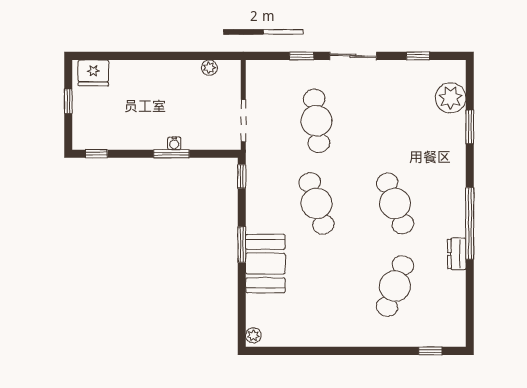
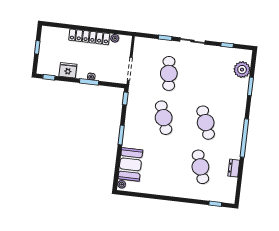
locker: (162, 71) -> (89, 37), added
fridge: (93, 73) -> (68, 70), moved, turned 180
dresser: (457, 254) -> (234, 168), moved
booth: (265, 264) -> (130, 164), moved
cafe table: (395, 286) -> (200, 167), turned -39

